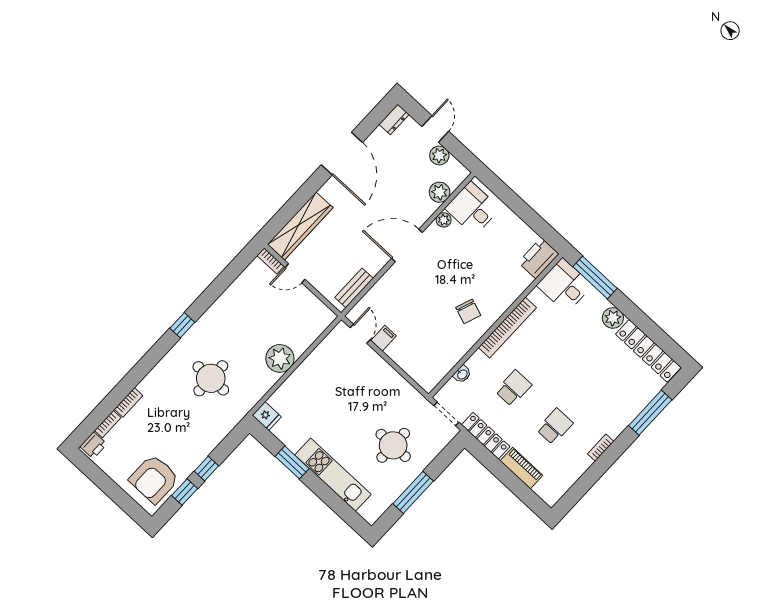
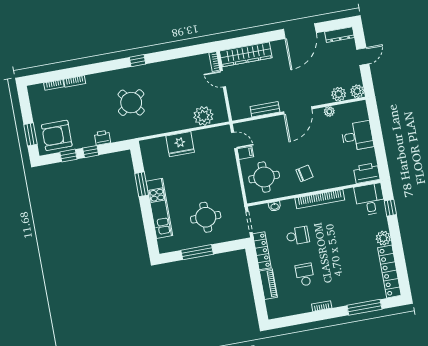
dresser: (394, 119) -> (339, 35), width x1.44
plant: (439, 155) -> (357, 91), moved
desk: (472, 209) -> (357, 136), moved, turned 90
door: (407, 245) -> (298, 110), swing flipped
window: (595, 277) -> (390, 208), width x0.46
bench: (354, 288) -> (265, 109), moved
chair: (468, 311) -> (305, 173), turned -122
door: (360, 334) -> (234, 140), hinge flipped
round table: (425, 350) -> (264, 177), added
plant: (280, 358) -> (203, 116), moved
round table: (211, 378) -> (131, 103), turned -36
fridge: (267, 416) -> (180, 144), moved, width x1.88, depth x1.34
school desk: (555, 426) -> (305, 275), turned -90
printer: (93, 445) -> (102, 138), moved, turned 180
window: (123, 500) -> (30, 134), added

